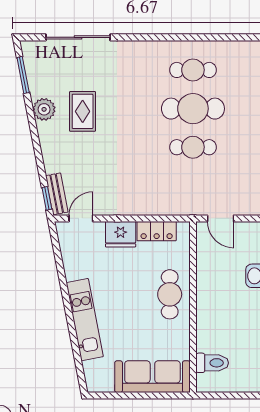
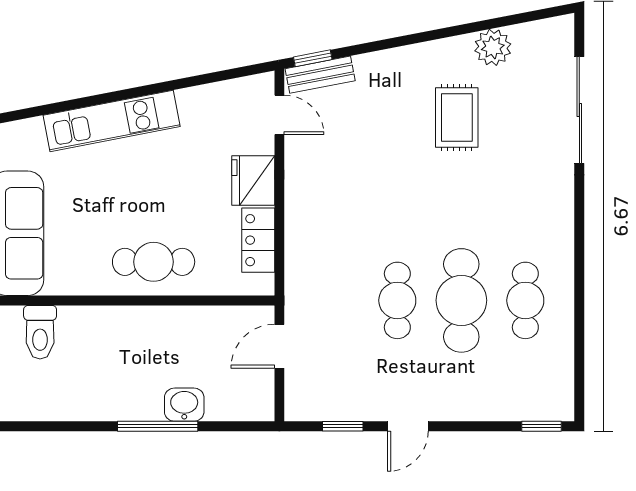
window: (23, 75) -> (517, 19), removed
plant: (44, 109) -> (493, 47), moved
rug: (83, 111) -> (457, 117), turned 90

